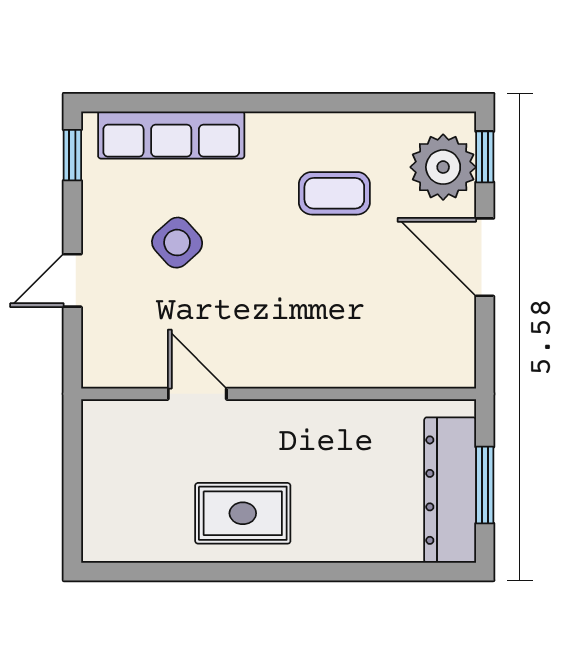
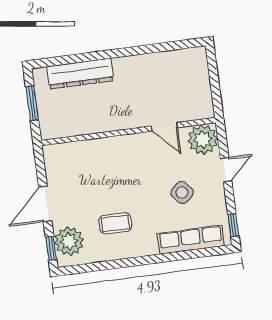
door: (485, 257) -> (45, 204), swing flipped
plant: (115, 354) -> (203, 140), added
dresser: (450, 490) -> (80, 74), moved, turned 90
rug: (243, 513) -> (137, 77), removed

